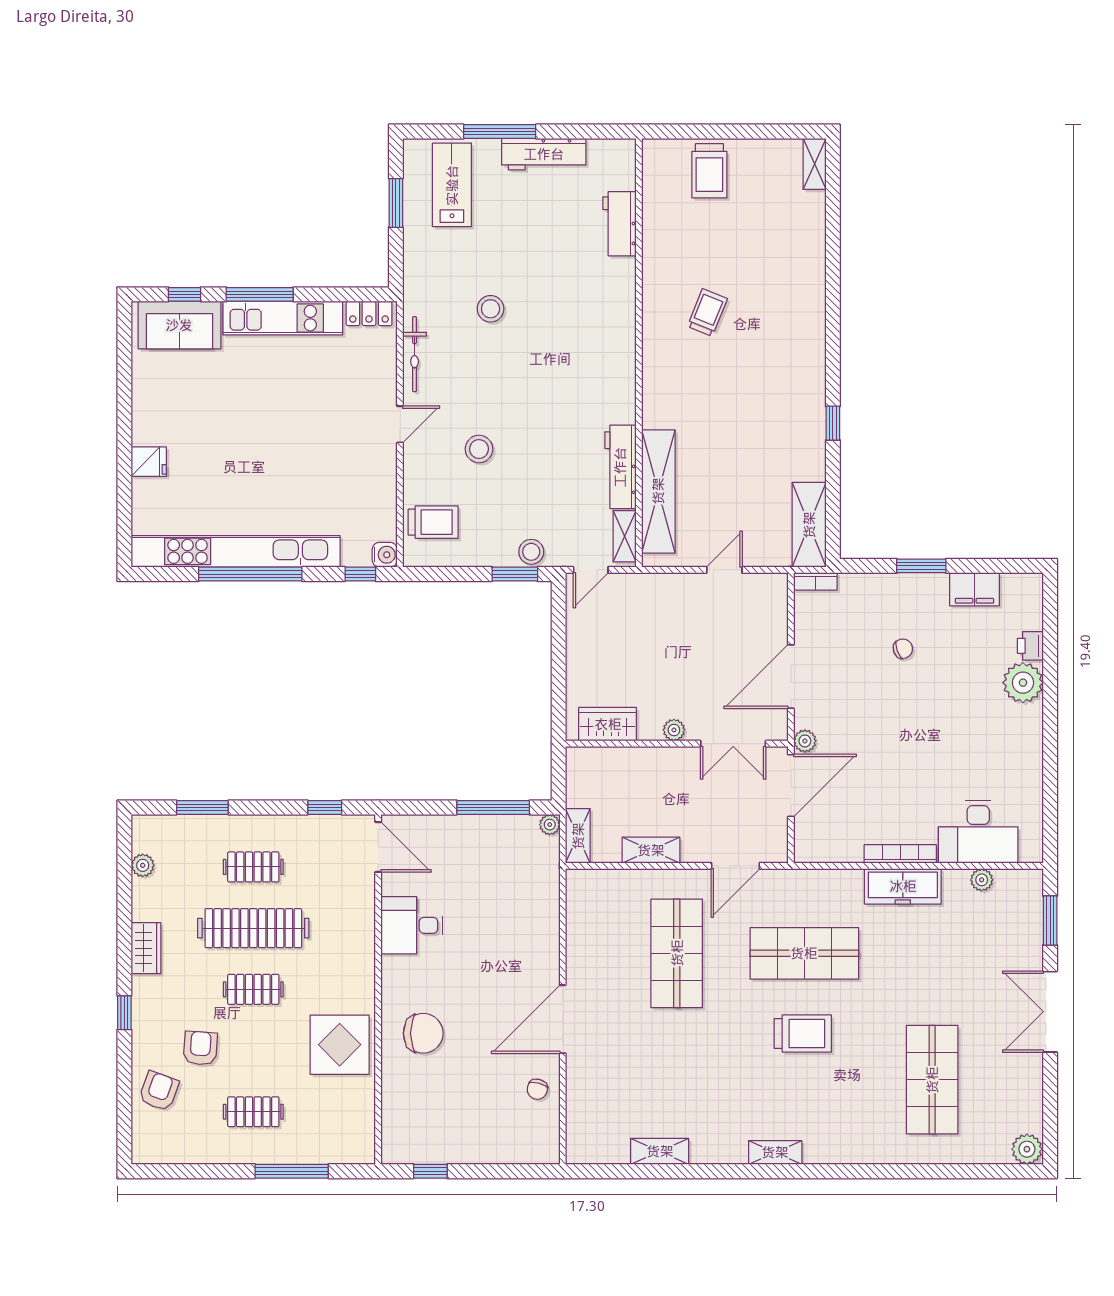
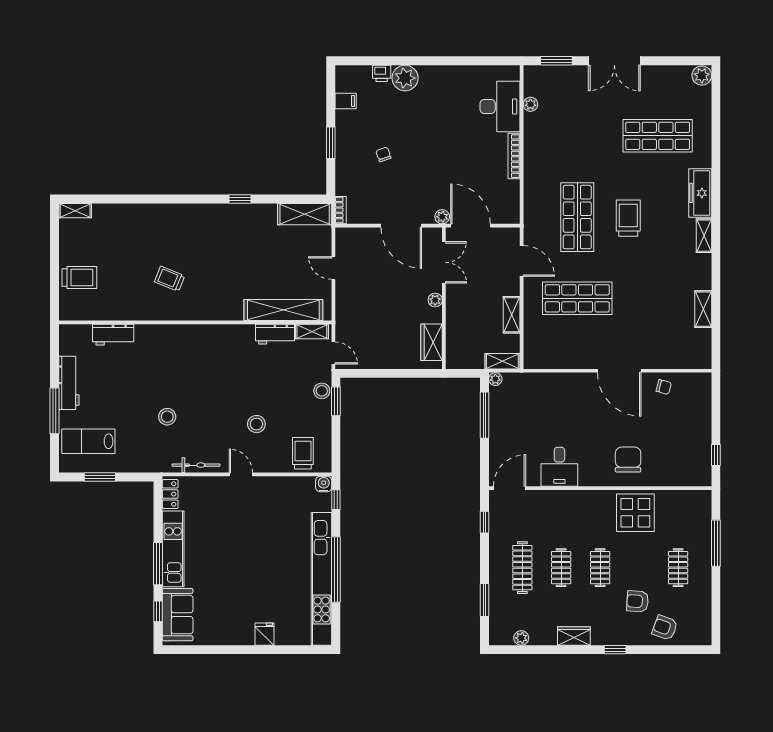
workbench: (620, 467) -> (275, 334), width x0.73
filing cabinet: (974, 589) -> (346, 101), width x0.50
clothes rail: (253, 867) -> (522, 568), width x1.36
freezer: (903, 886) -> (700, 193), moved, turned 180
clothes rail: (253, 928) -> (561, 568), width x0.54, depth x0.76

